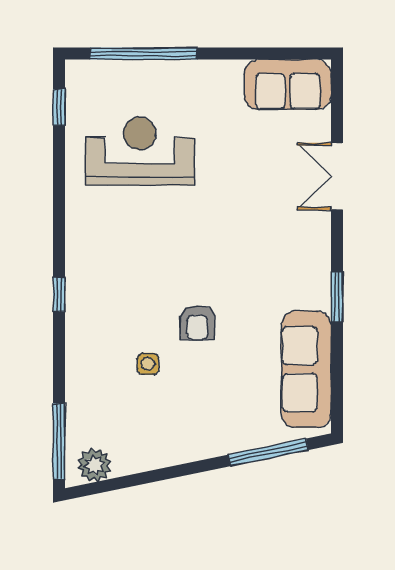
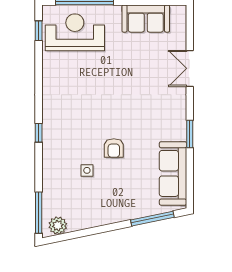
sofa: (288, 85) -> (146, 19), moved
reception desk: (140, 151) -> (75, 32), moved

